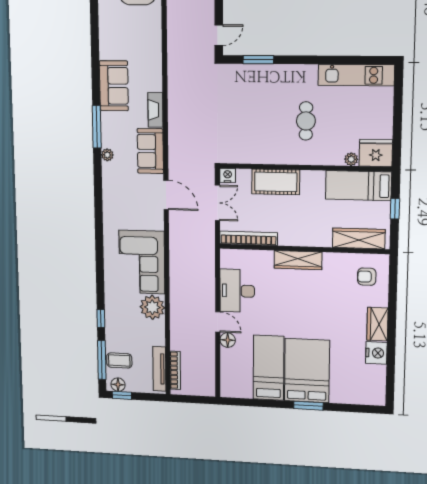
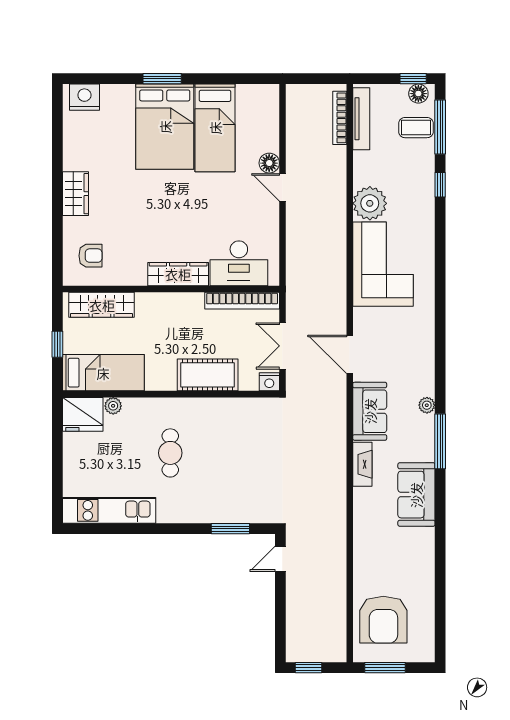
desk: (237, 291) -> (239, 263), moved, turned 90
nightstand: (376, 353) -> (84, 97), moved, turned 90

